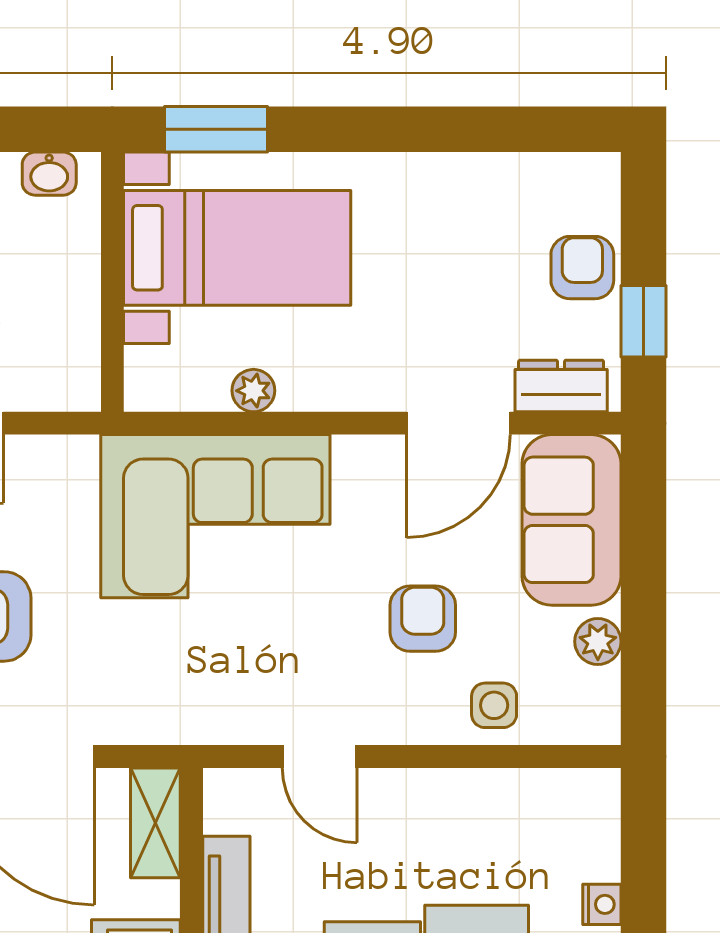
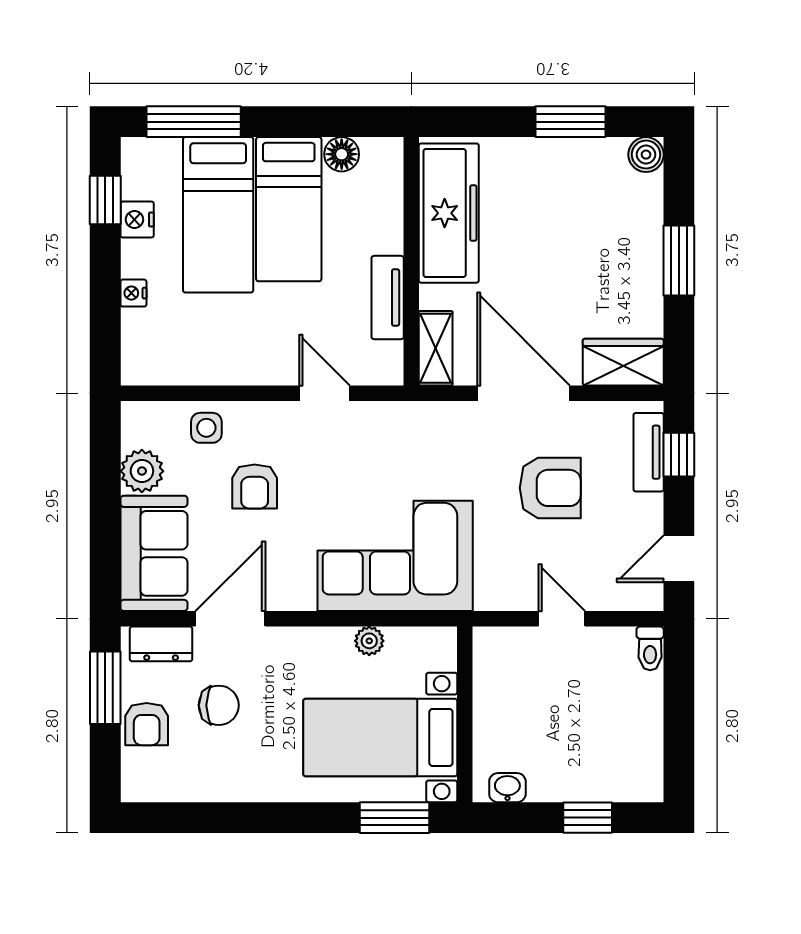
chair: (476, 295) -> (219, 705), added
window: (644, 321) -> (105, 688), width x1.50
plant: (598, 642) -> (142, 471), width x1.38, depth x1.38

